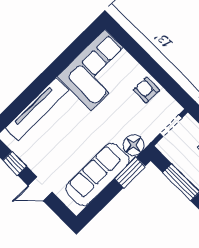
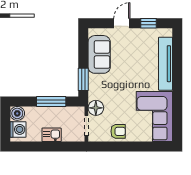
floor lamp: (133, 145) -> (96, 108), moved
sofa: (98, 174) -> (99, 54), width x0.73

